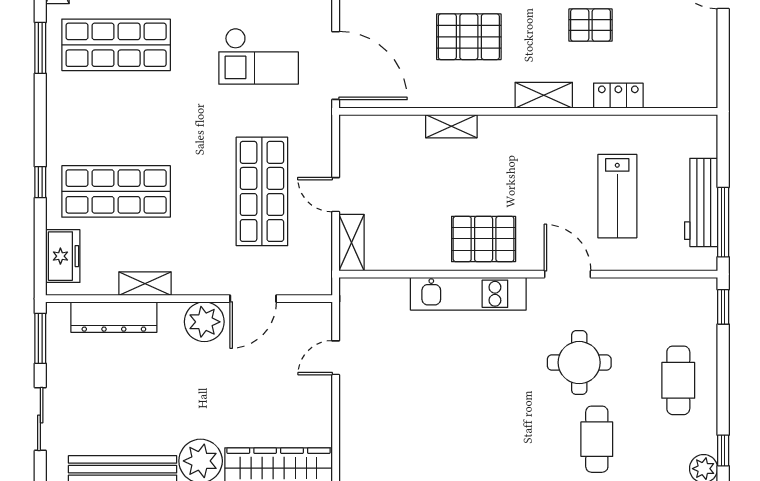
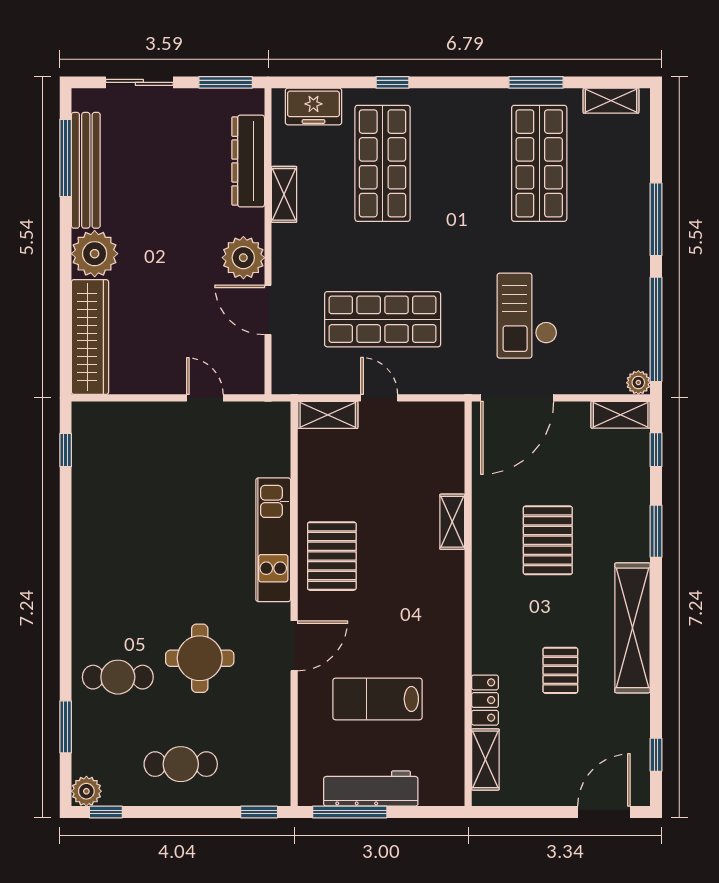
shelving: (544, 95) -> (485, 759), moved
door: (336, 195) -> (379, 398), hinge flipped

